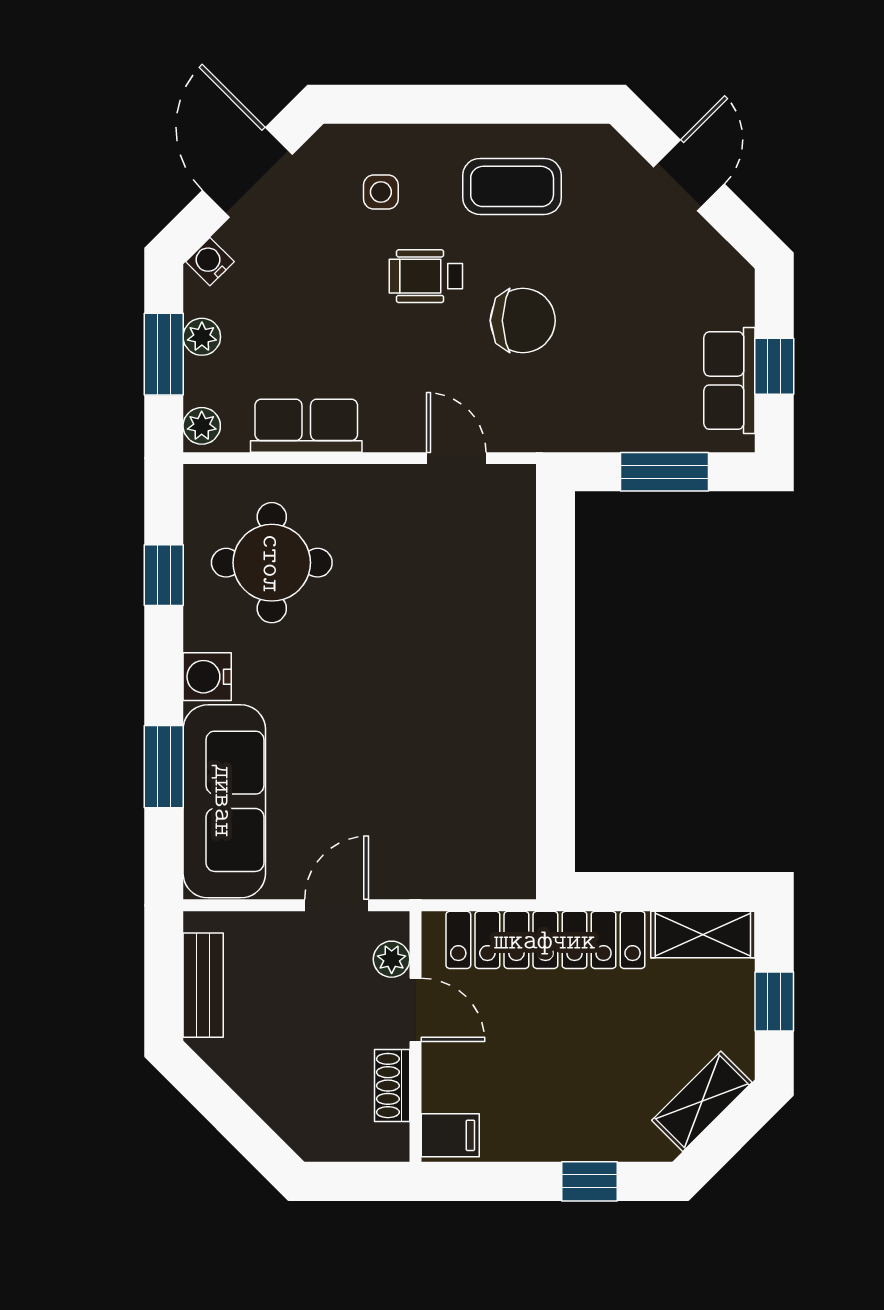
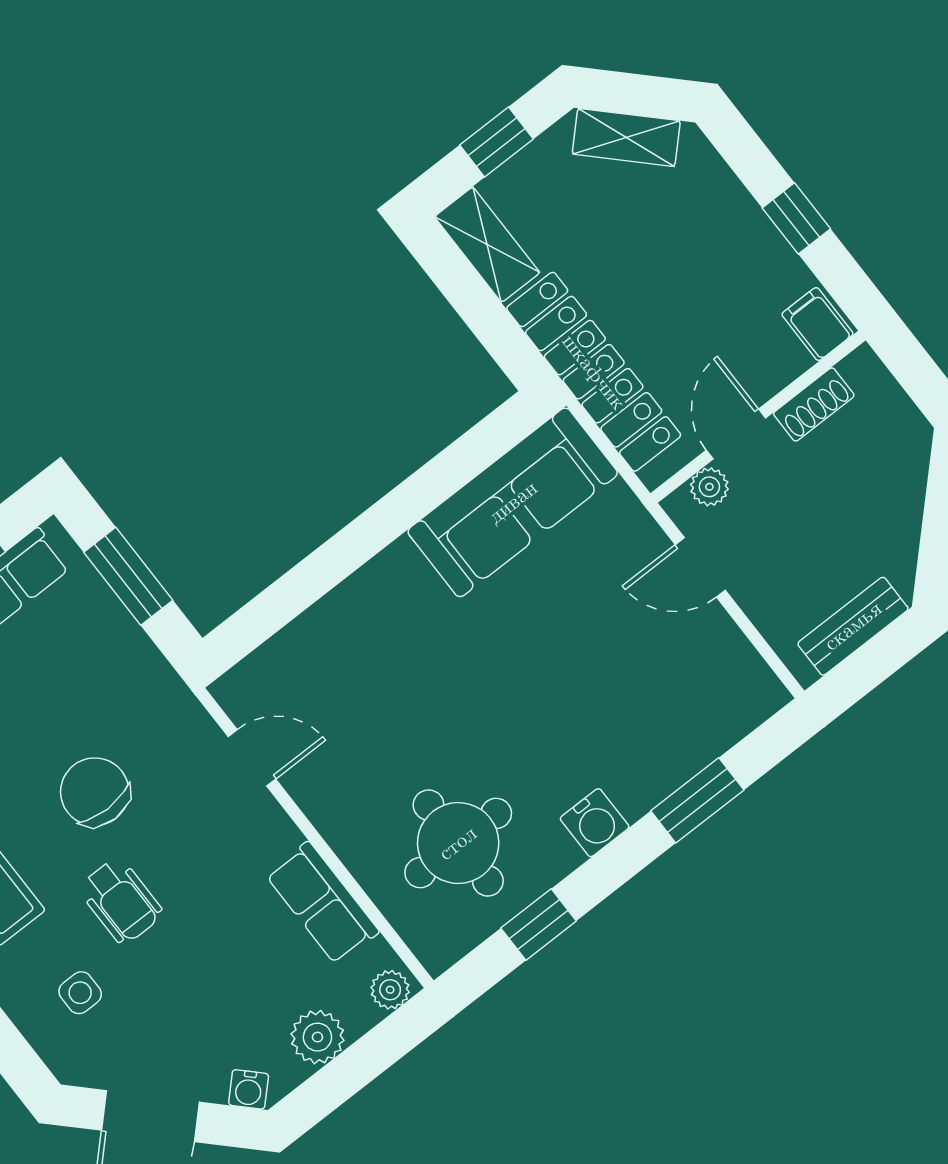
plant: (202, 337) -> (317, 1037), width x1.38, depth x1.38
window: (164, 354) -> (355, 1068), removed
door: (456, 458) -> (252, 758), swing flipped
sofa: (224, 801) -> (513, 502), moved, turned 180
window: (589, 1181) -> (796, 218), moved

